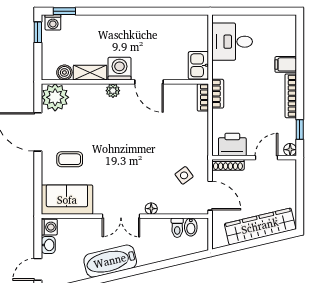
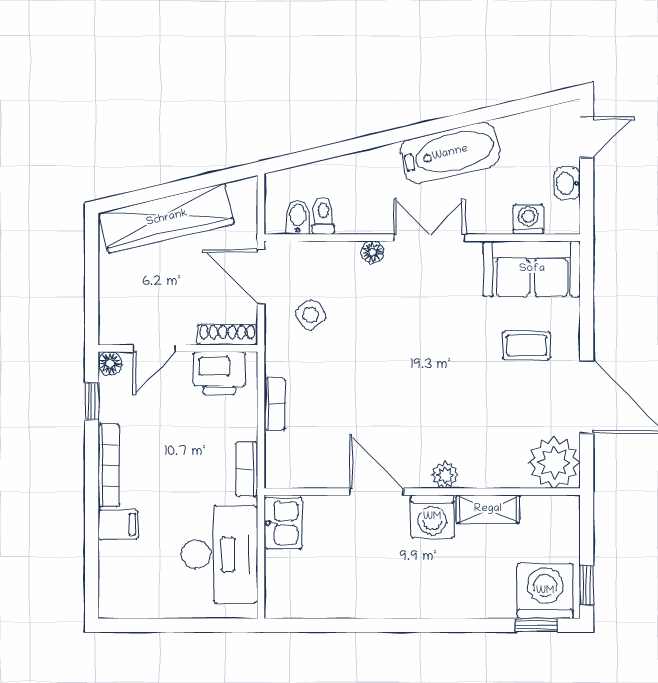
washing machine: (53, 22) -> (545, 591), width x1.89, depth x1.89
desk: (232, 42) -> (220, 554), width x1.37
boiler: (64, 72) -> (536, 509), removed
bookcase: (203, 97) -> (275, 404), moved
washing machine: (49, 227) -> (528, 219), moved, turned 90

